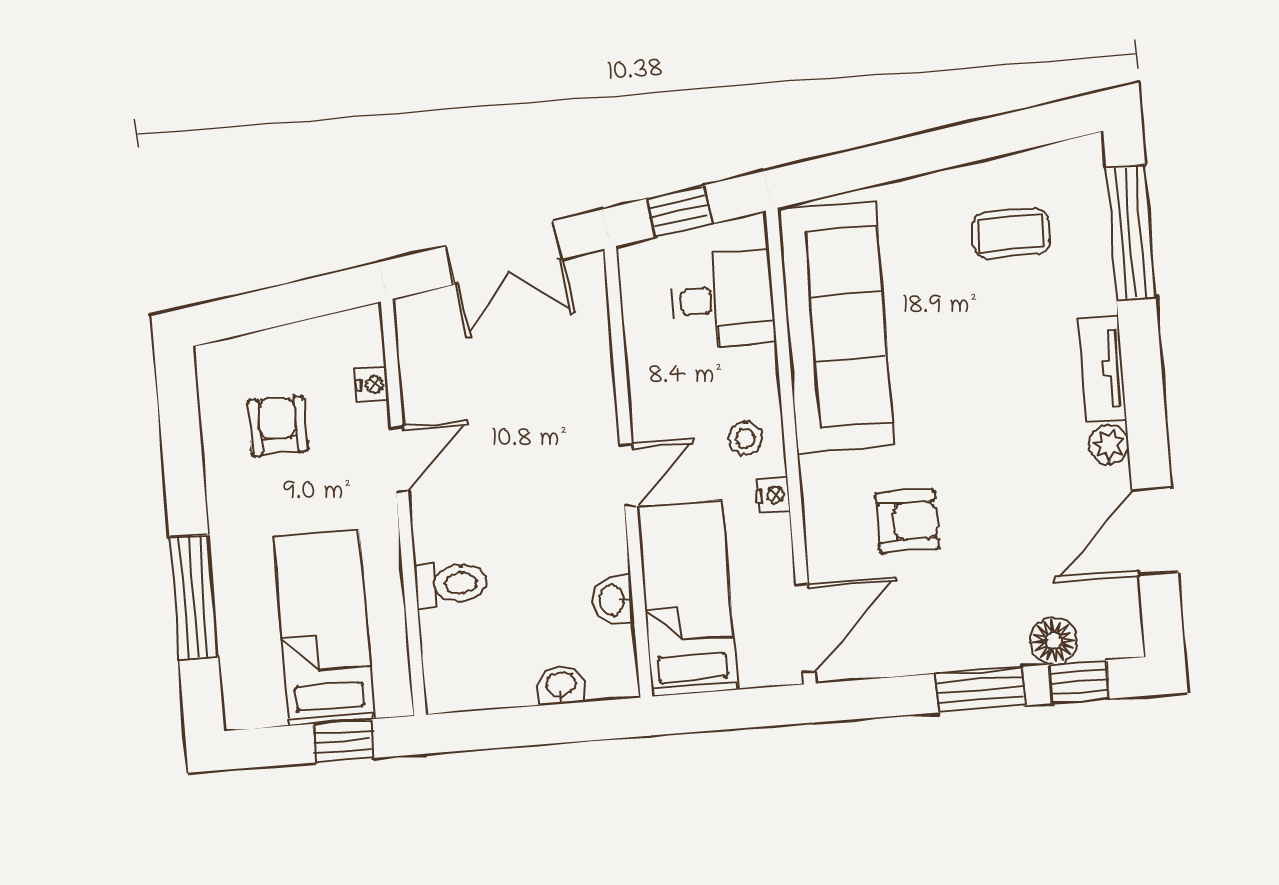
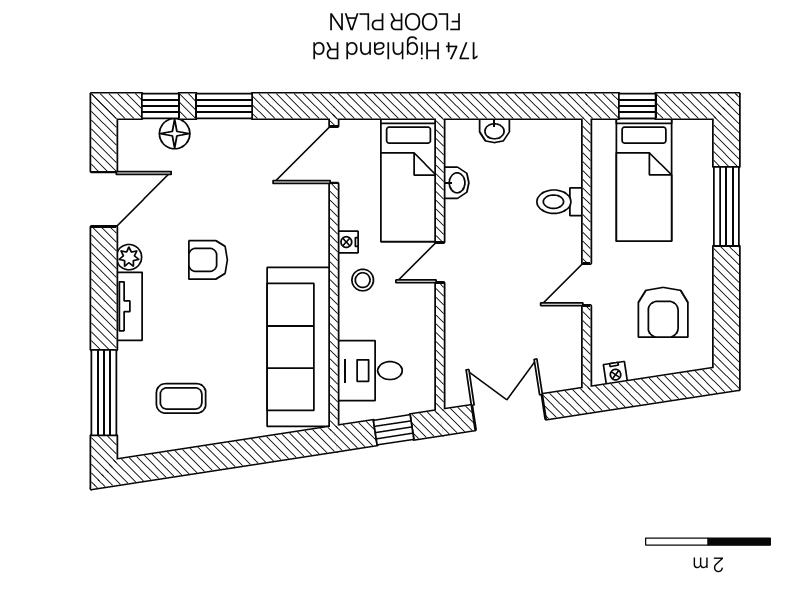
nightstand: (372, 385) -> (615, 373), moved, turned -99
armchair: (278, 426) -> (663, 312), width x1.38, depth x1.38
armchair: (907, 521) -> (208, 260), moved

